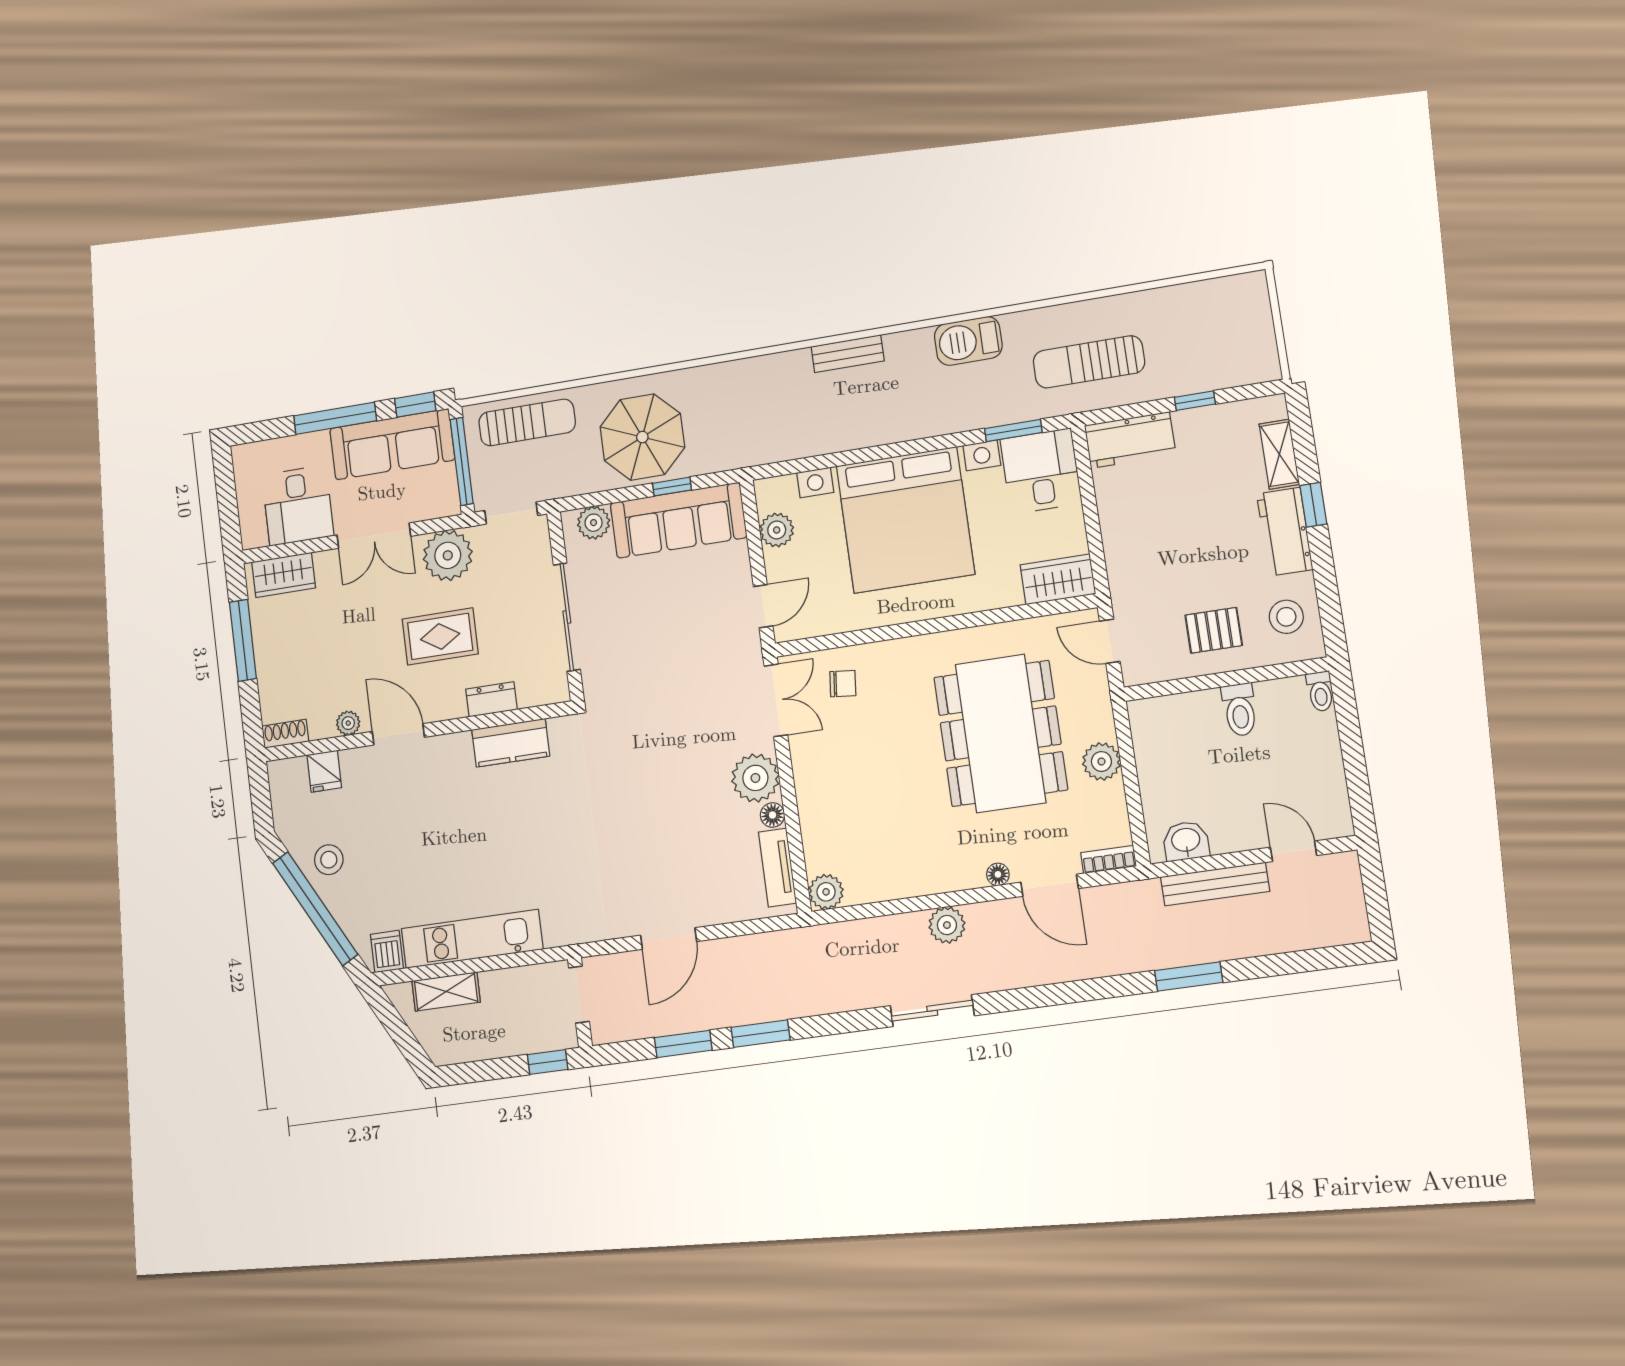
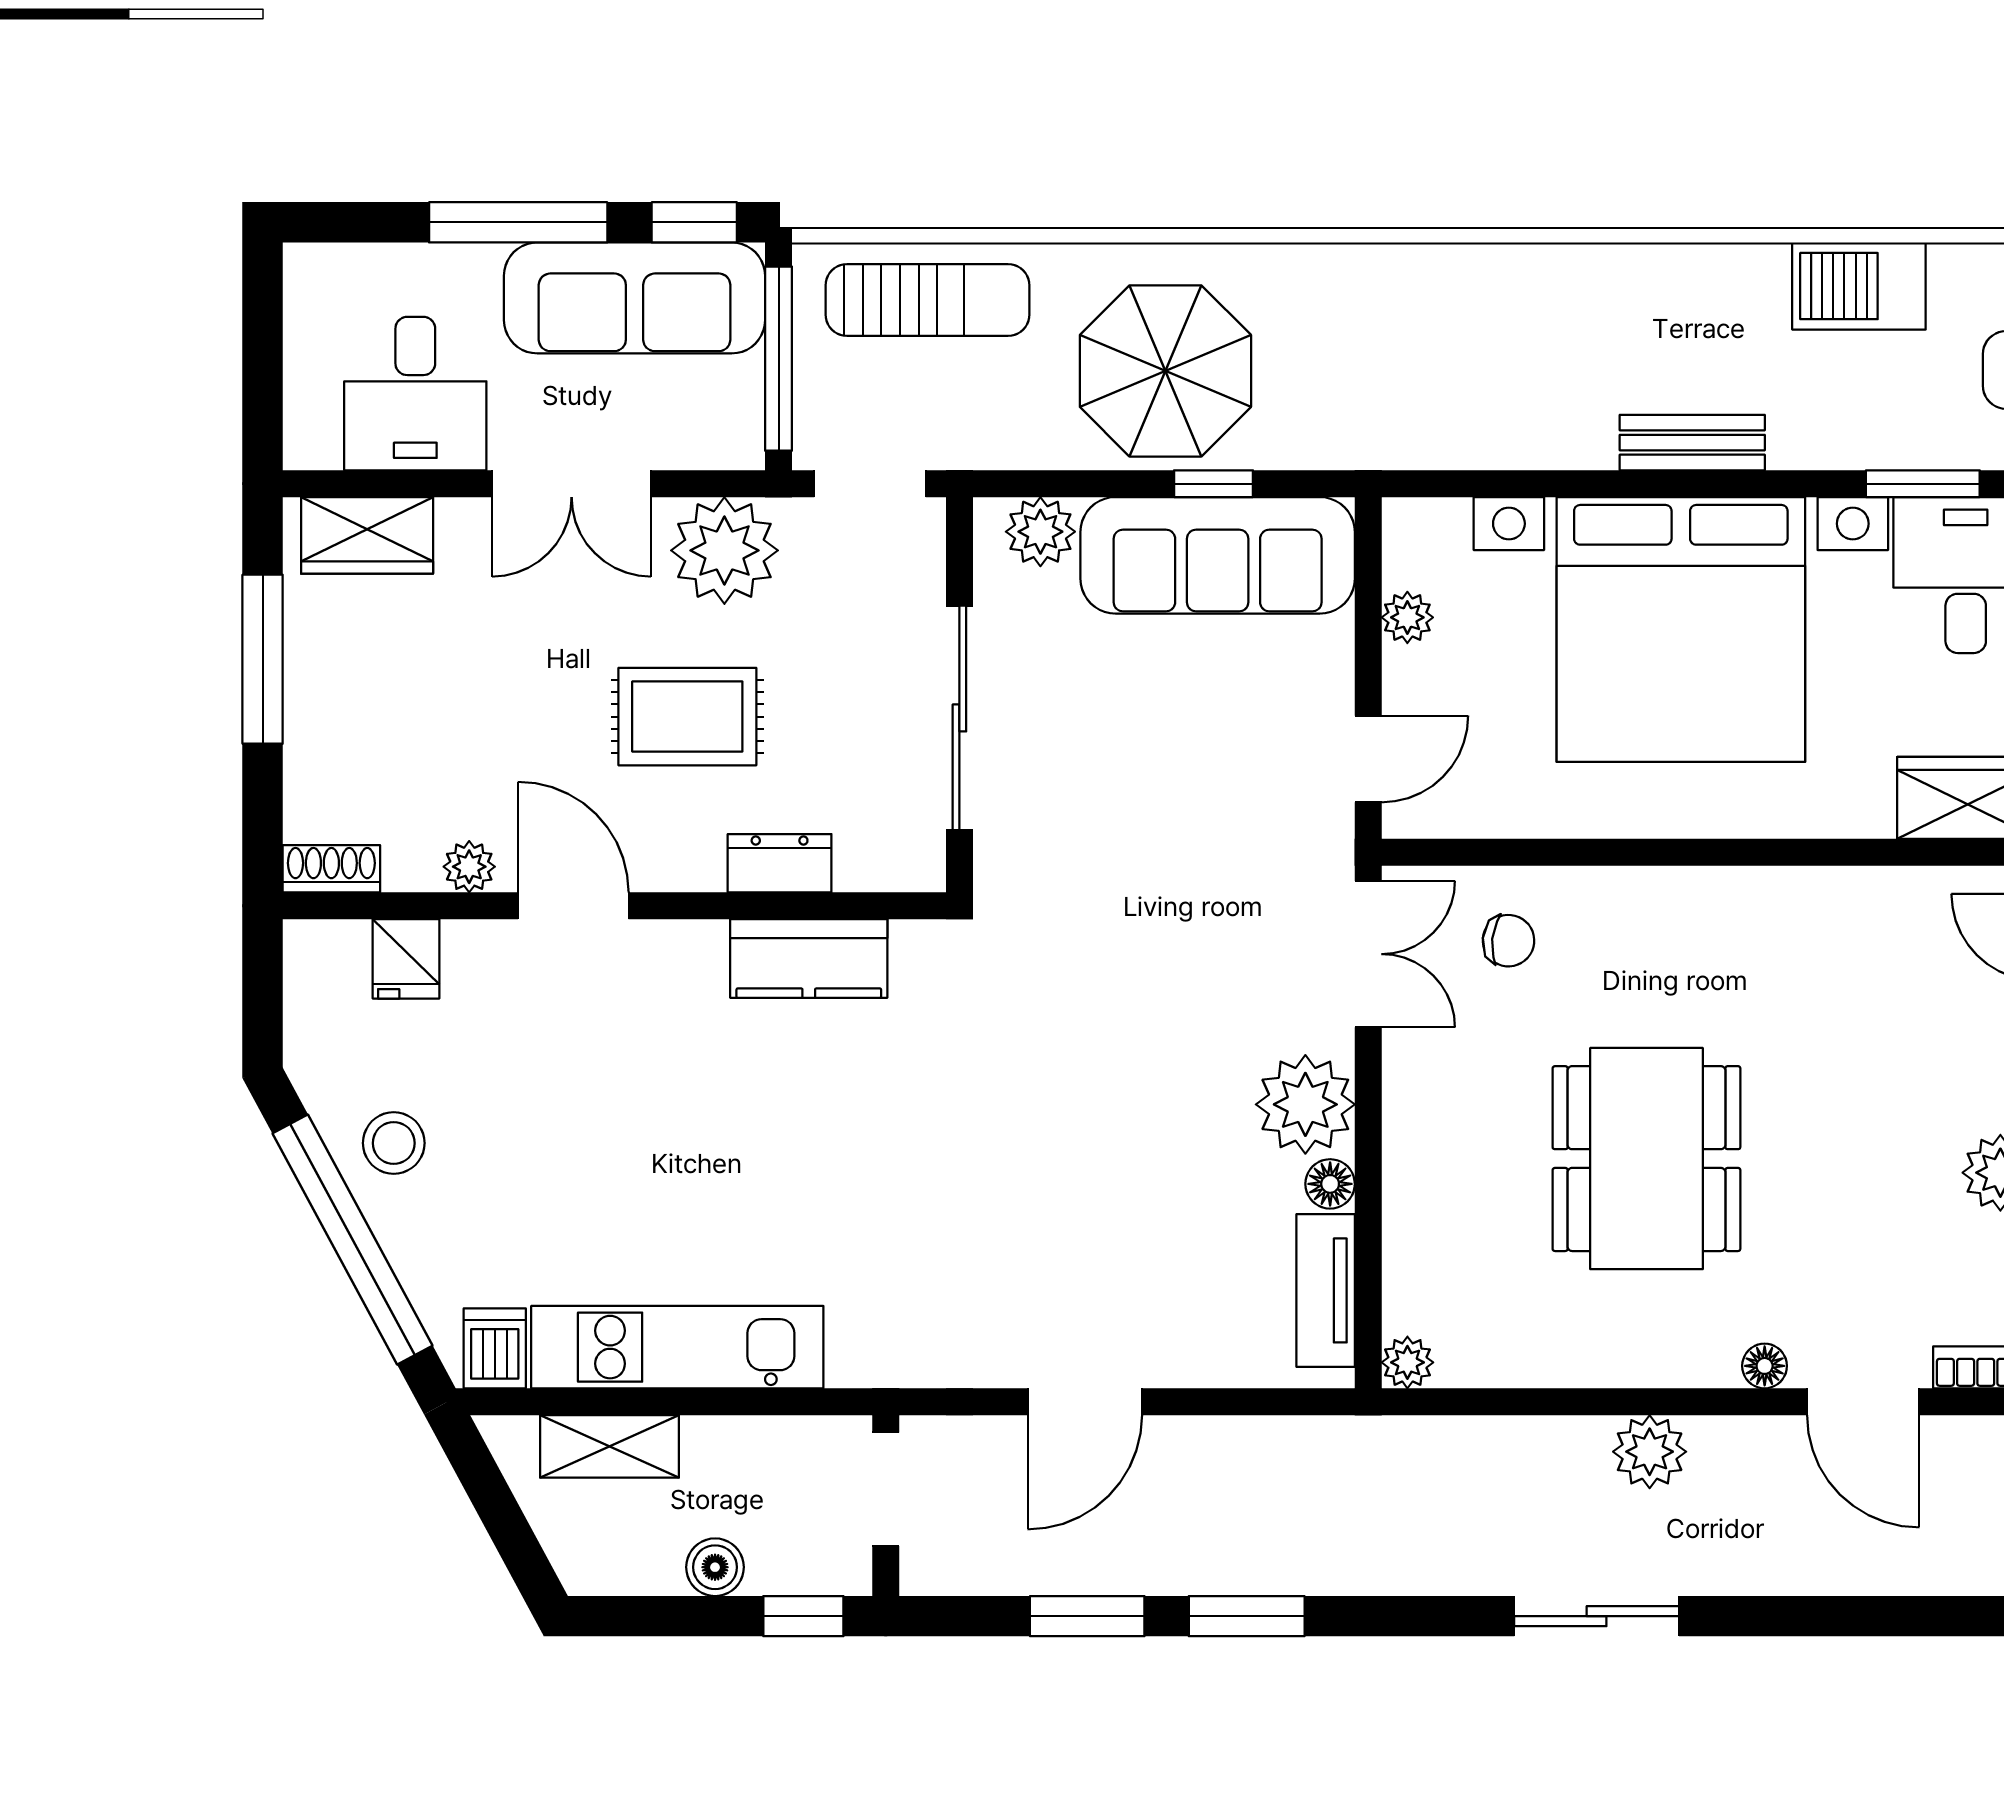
bench: (848, 354) -> (1692, 443), moved
plant: (777, 530) -> (1407, 617), width x0.73, depth x0.73
dining table: (1001, 733) -> (1646, 1159), moved, width x0.73, depth x0.80
plant: (826, 892) -> (1407, 1362), width x0.73, depth x0.73
boiler: (503, 1044) -> (715, 1567), added

